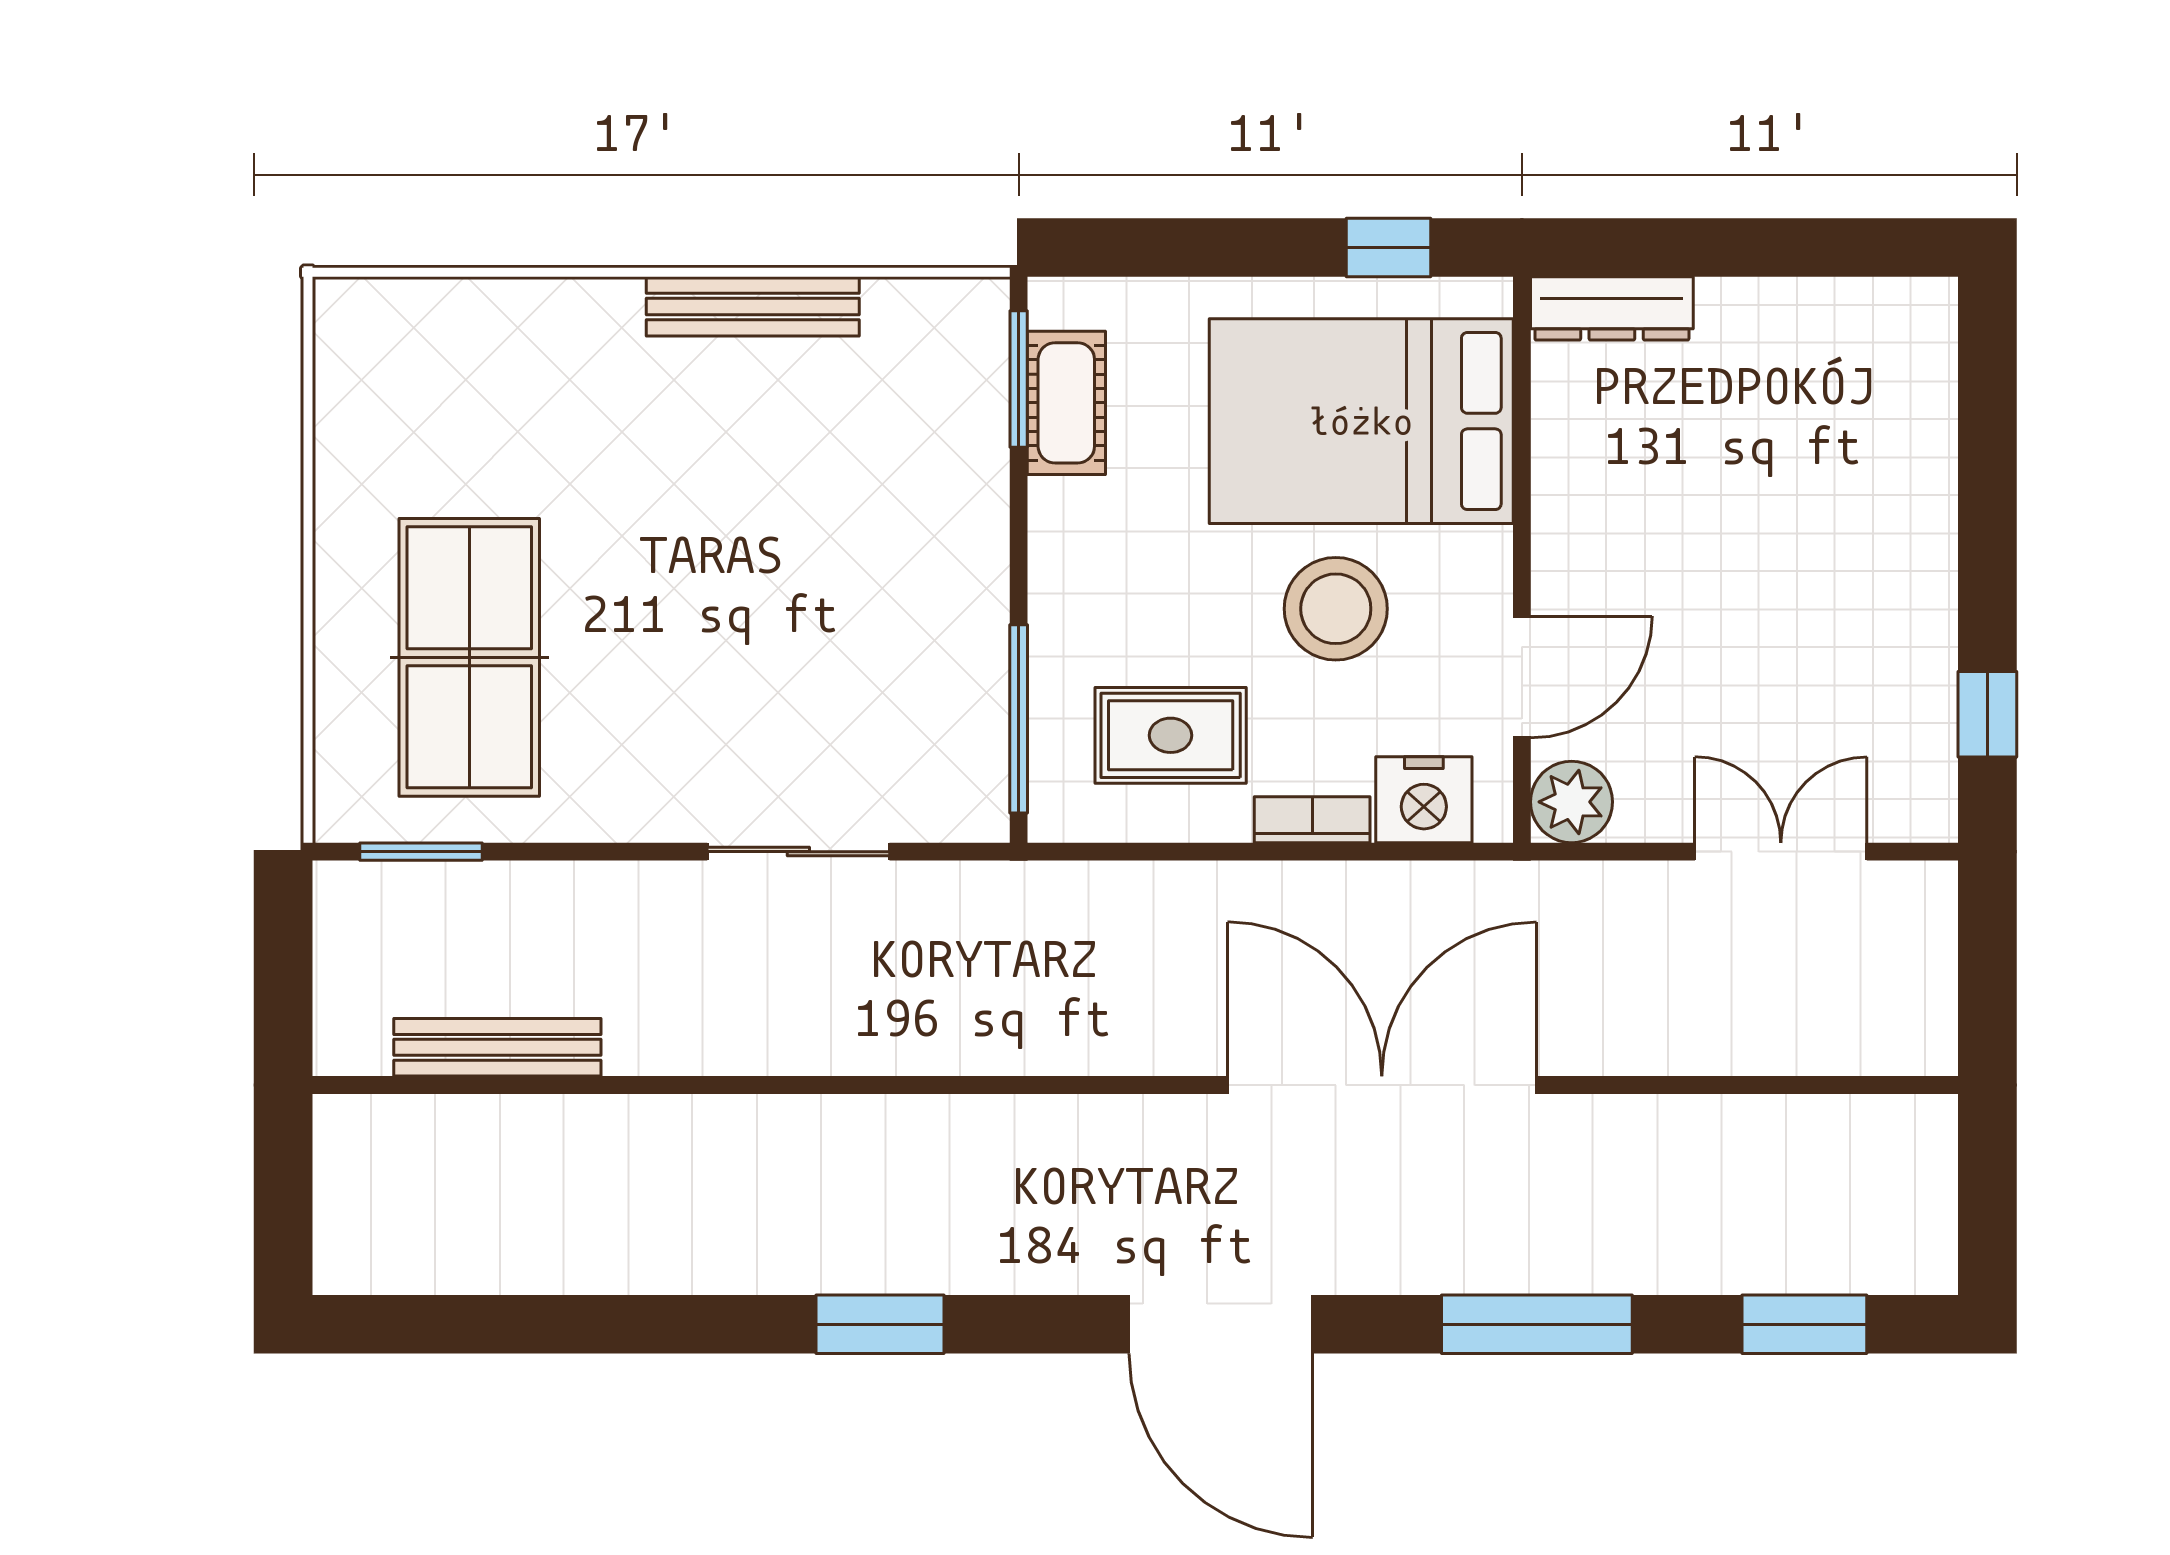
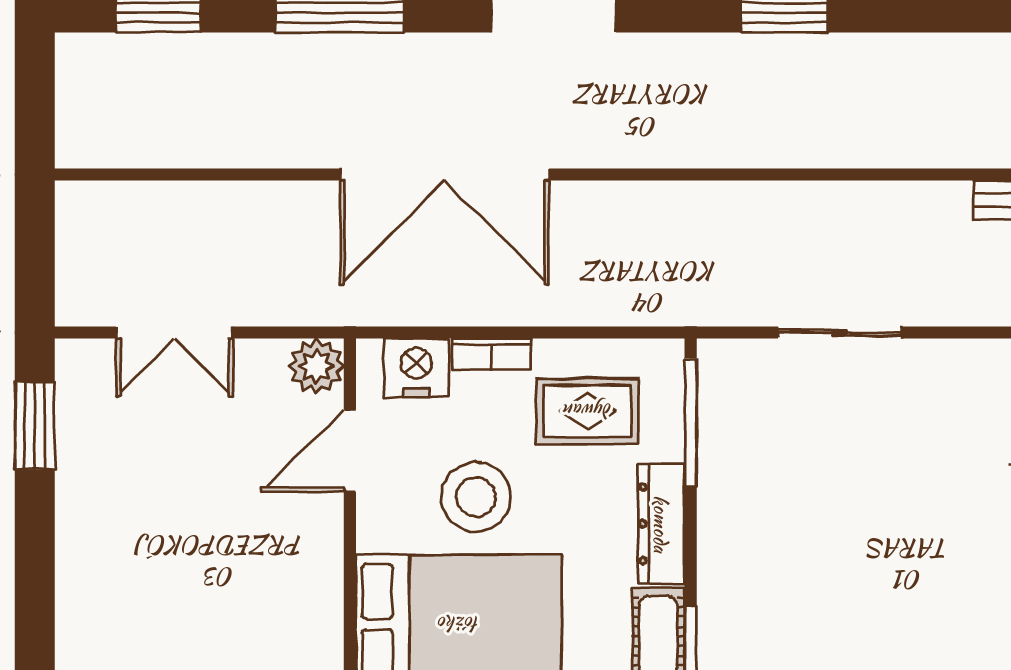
dresser: (1062, 569) -> (661, 524), added
window: (1987, 714) -> (35, 425), width x1.50

